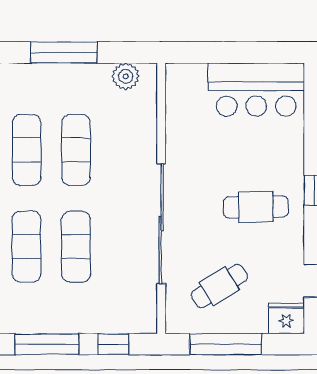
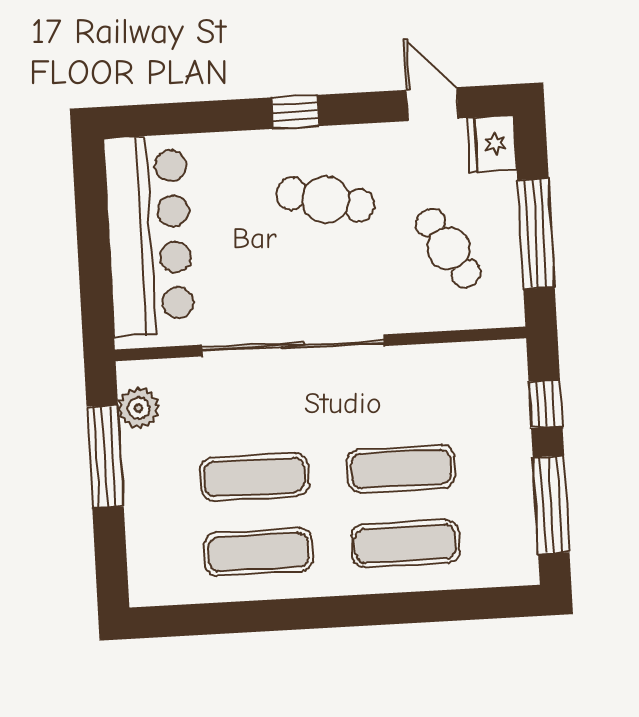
window: (64, 53) -> (105, 457), moved
bar counter: (256, 90) -> (149, 235), width x1.36
cafe table: (256, 207) -> (325, 200), turned -76
sliding door: (161, 224) -> (293, 345), moved

